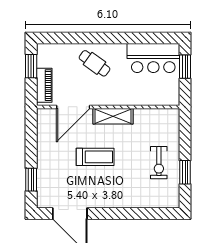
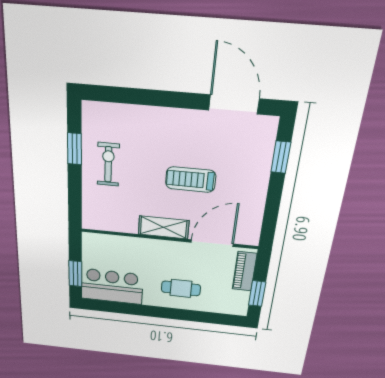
cafe table: (95, 63) -> (181, 288), turned -36

